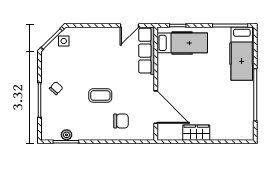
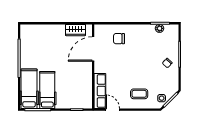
door: (130, 25) -> (113, 110), hinge flipped
hospital bed: (182, 43) -> (47, 90), moved, turned 90
coffee table: (100, 95) -> (139, 94), moved
door: (156, 107) -> (93, 49), hinge flipped
wardrobe: (196, 133) -> (75, 30), moved

